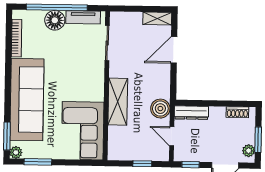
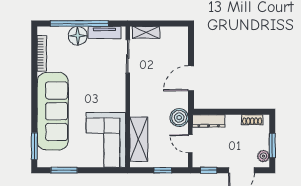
shelving: (157, 19) -> (146, 32), moved
door: (174, 50) -> (191, 78), moved
shelving: (118, 102) -> (139, 139), moved
plant: (16, 152) -> (43, 162), removed

